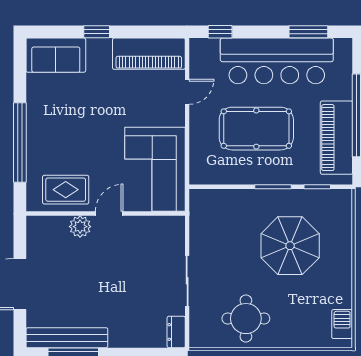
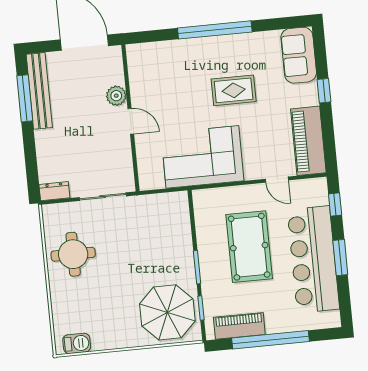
window: (308, 32) -> (340, 258), moved
piano: (336, 138) -> (239, 326), width x0.73, depth x0.75
rug: (66, 190) -> (234, 90), moved, turned 90
wall: (106, 214) -> (130, 118), moved
door: (109, 214) -> (131, 121), moved
plant: (80, 227) -> (116, 96), moved
parasol: (290, 246) -> (167, 312), moved

